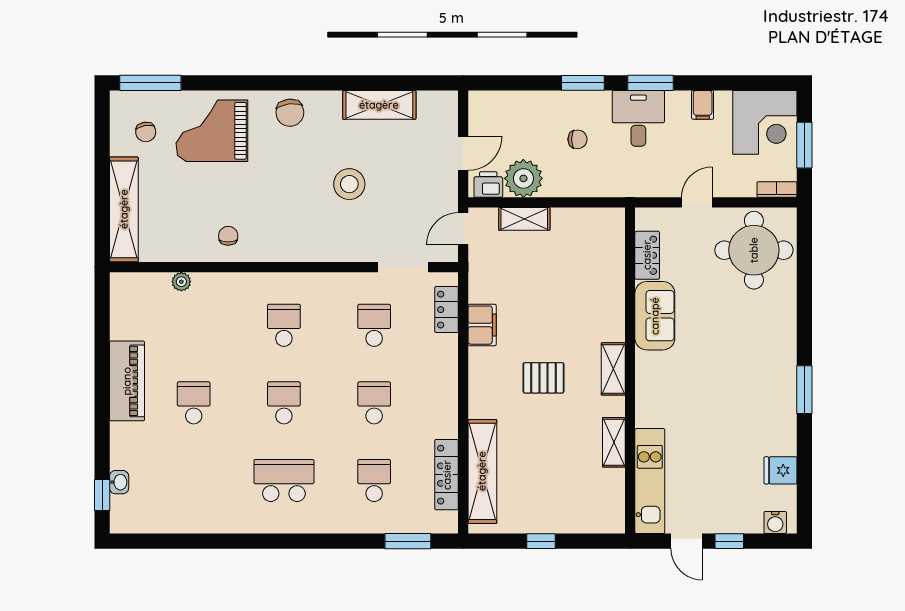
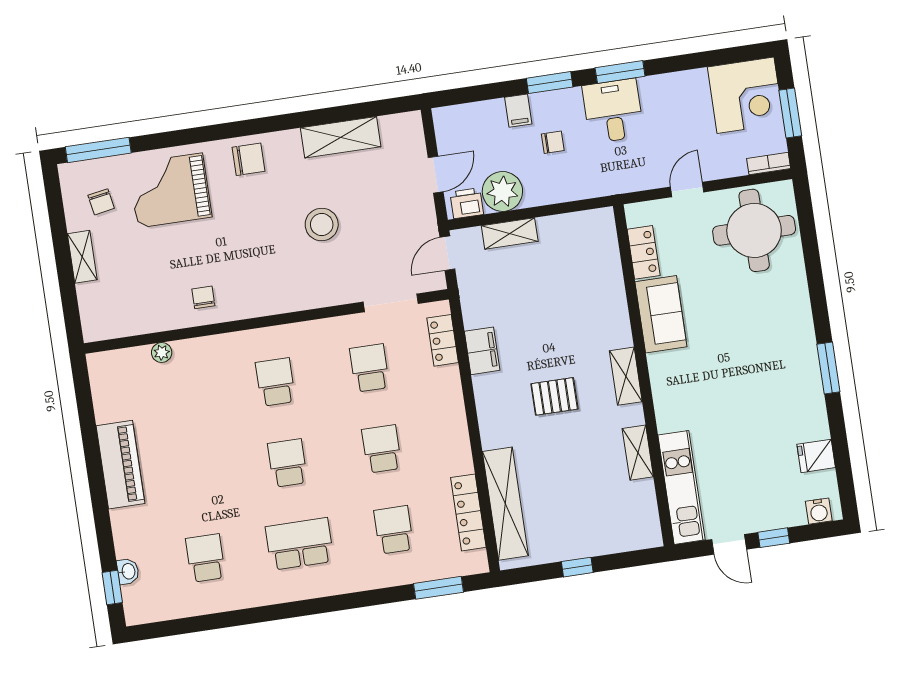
filing cabinet: (703, 105) -> (518, 111), moved
chair: (290, 113) -> (249, 159), turned -83
shelving: (124, 209) -> (82, 257), width x0.45, depth x0.75
school desk: (194, 403) -> (205, 558), moved

